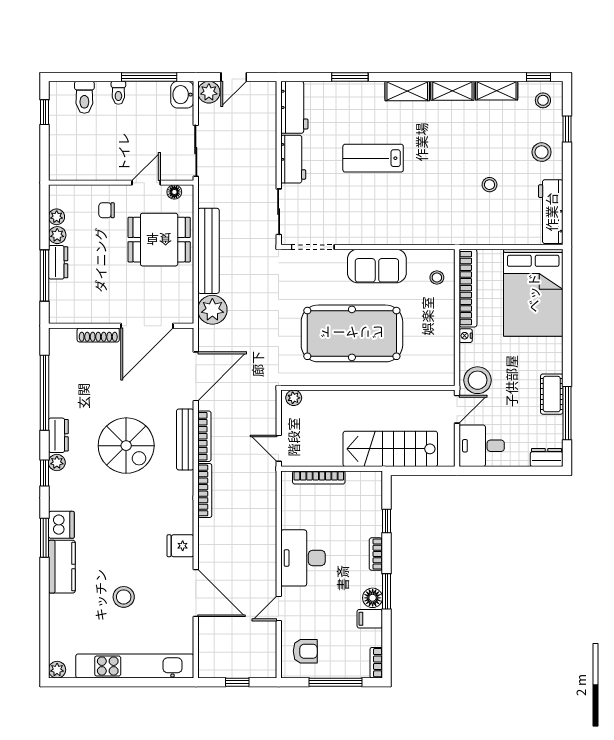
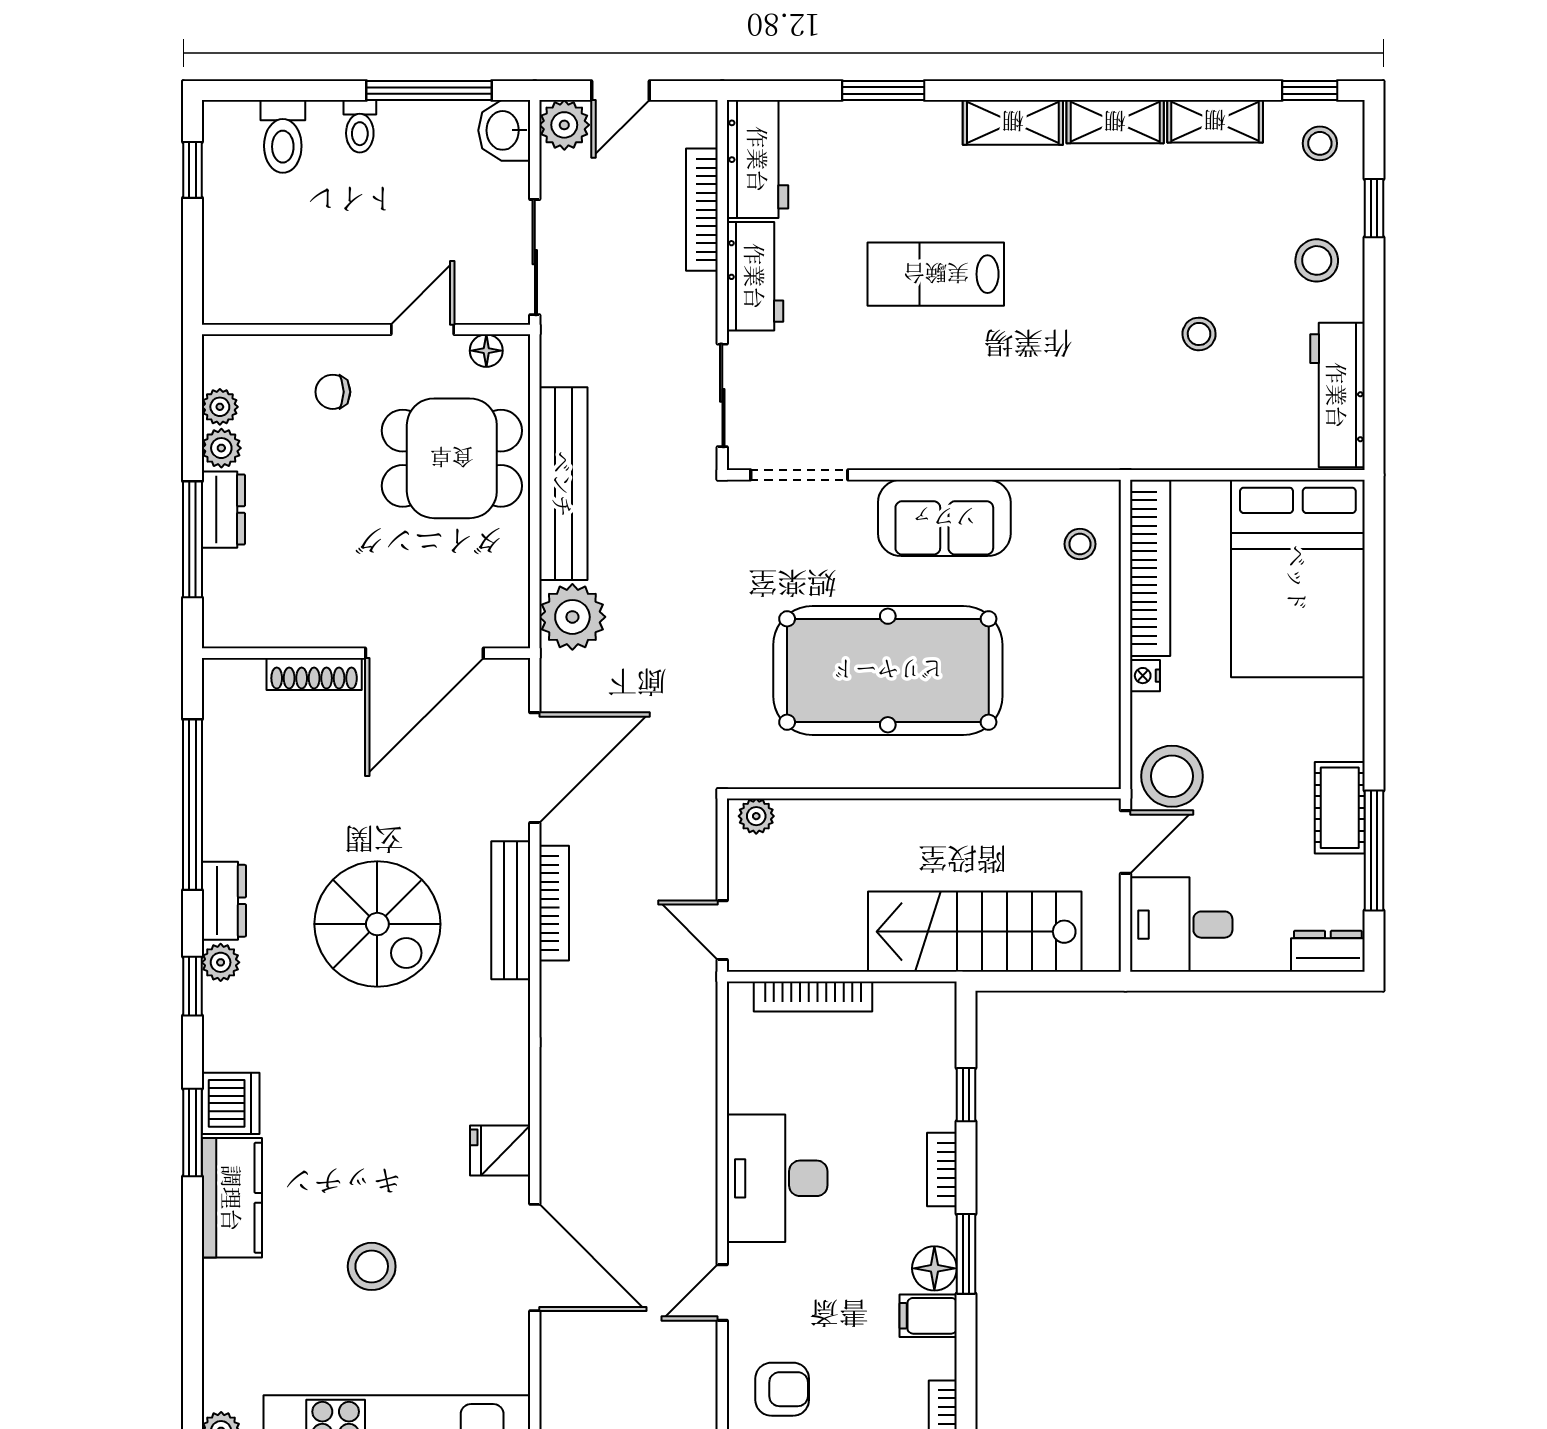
bookcase: (205, 490) -> (702, 210), moved, turned 180

